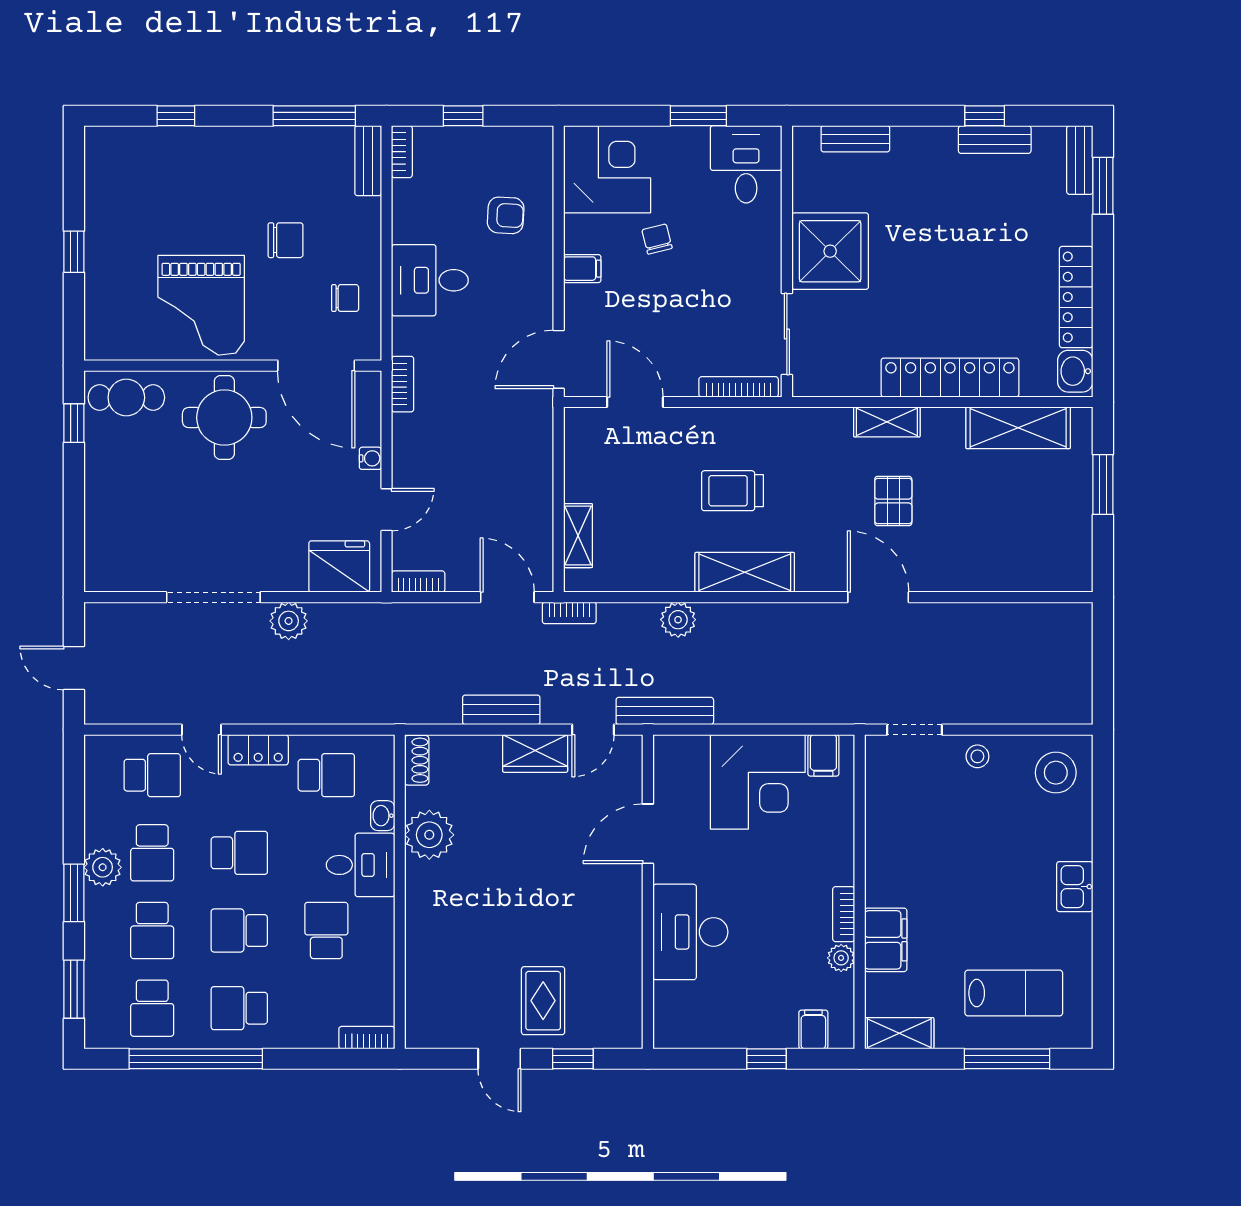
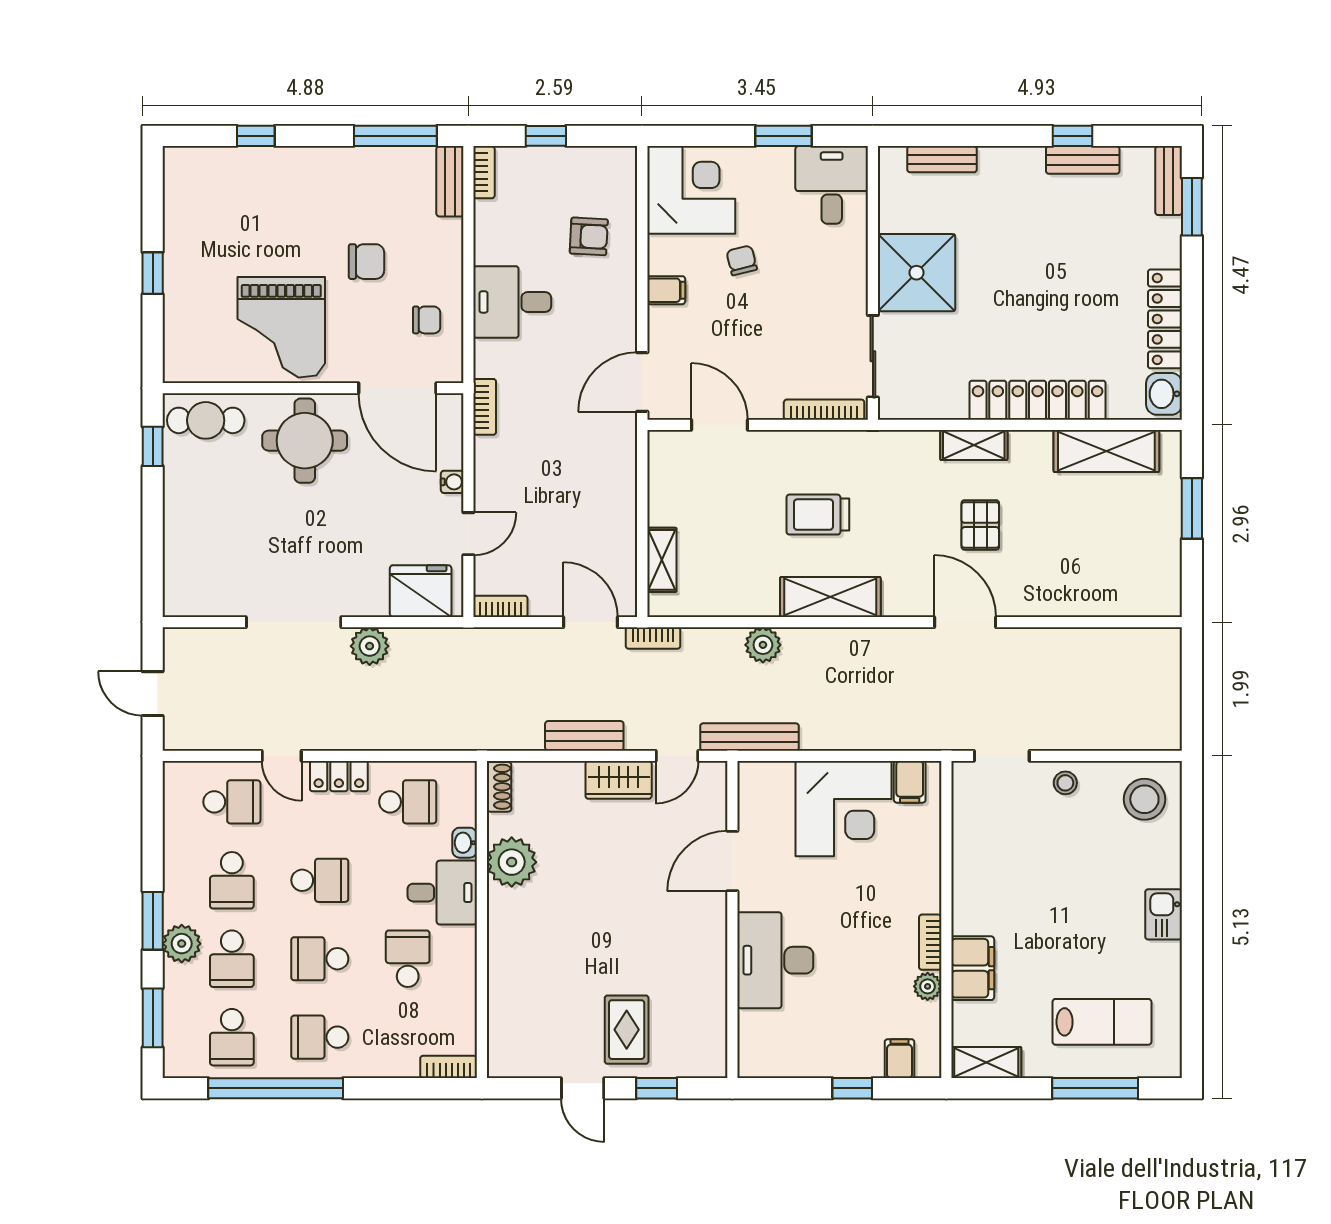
plant: (103, 867) -> (182, 944), moved

